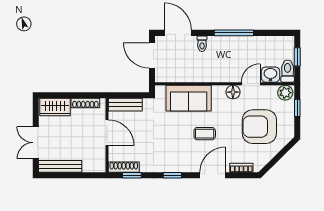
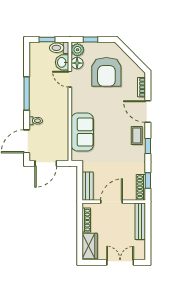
floor lamp: (233, 92) -> (77, 63), moved
coffee table: (205, 134) -> (137, 135), moved
double door: (36, 143) -> (120, 262), swing flipped
bench: (60, 166) -> (140, 221), moved

